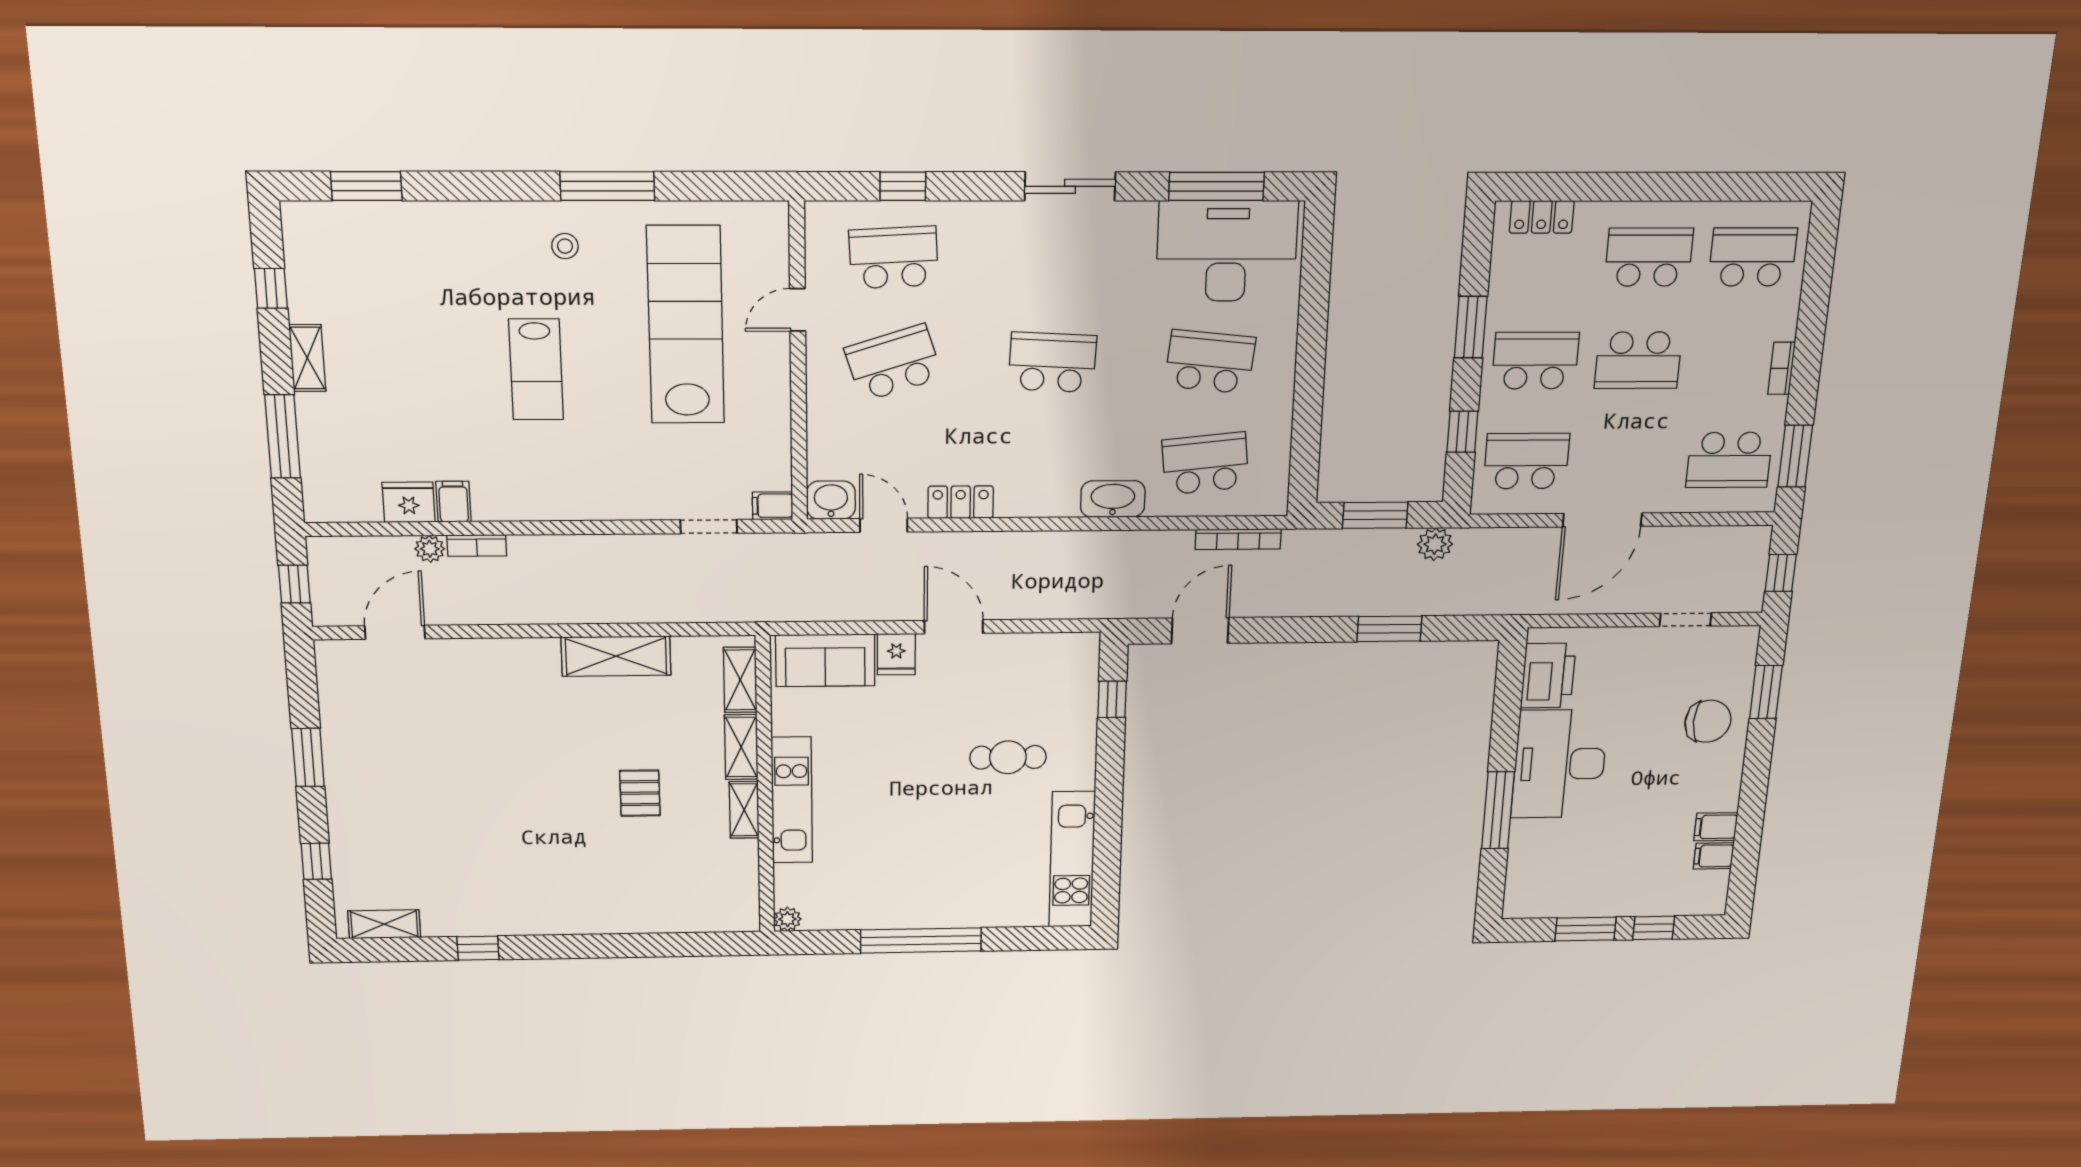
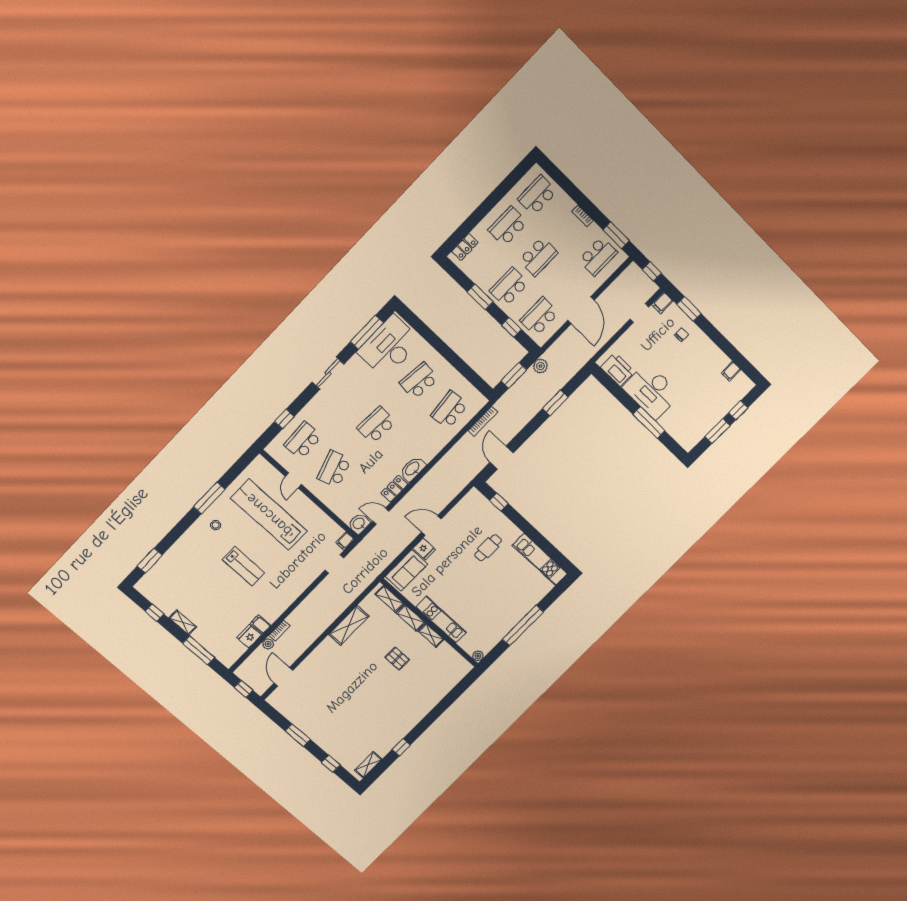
washbasin: (1113, 499) -> (413, 469), moved
chair: (1708, 721) -> (681, 335), width x0.54, depth x0.54
filing cabinet: (1716, 827) -> (662, 303), moved

